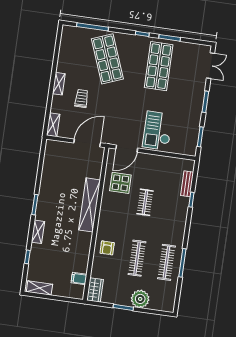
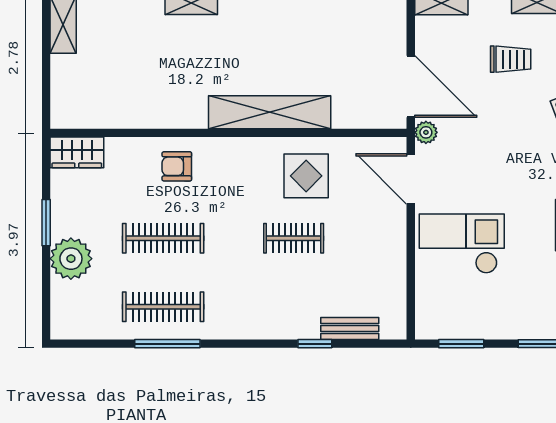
plant: (108, 139) -> (426, 132), added
display table: (120, 183) -> (306, 176), moved
filing cabinet: (79, 279) -> (98, 112), removed

